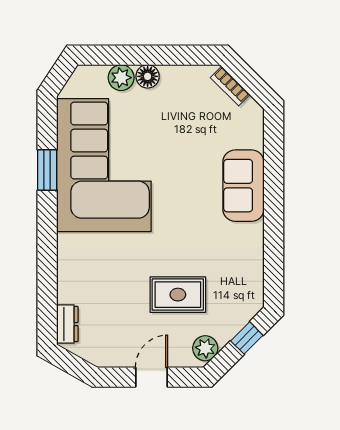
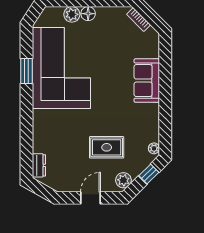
plant: (255, 296) -> (154, 148), added

